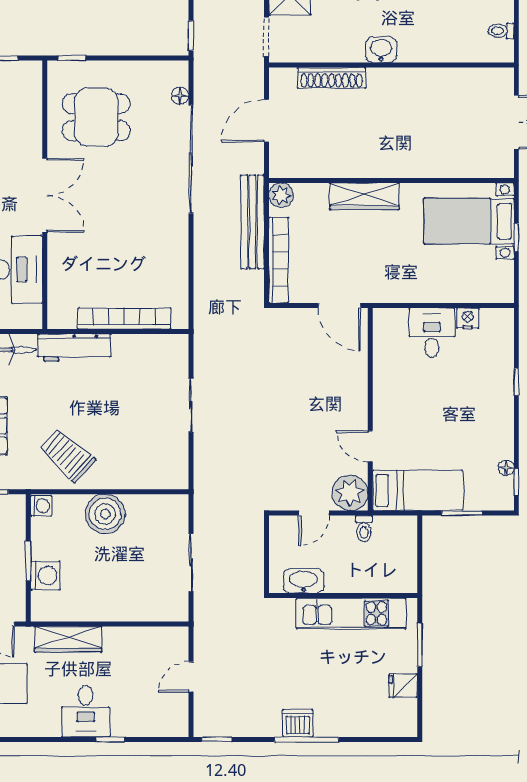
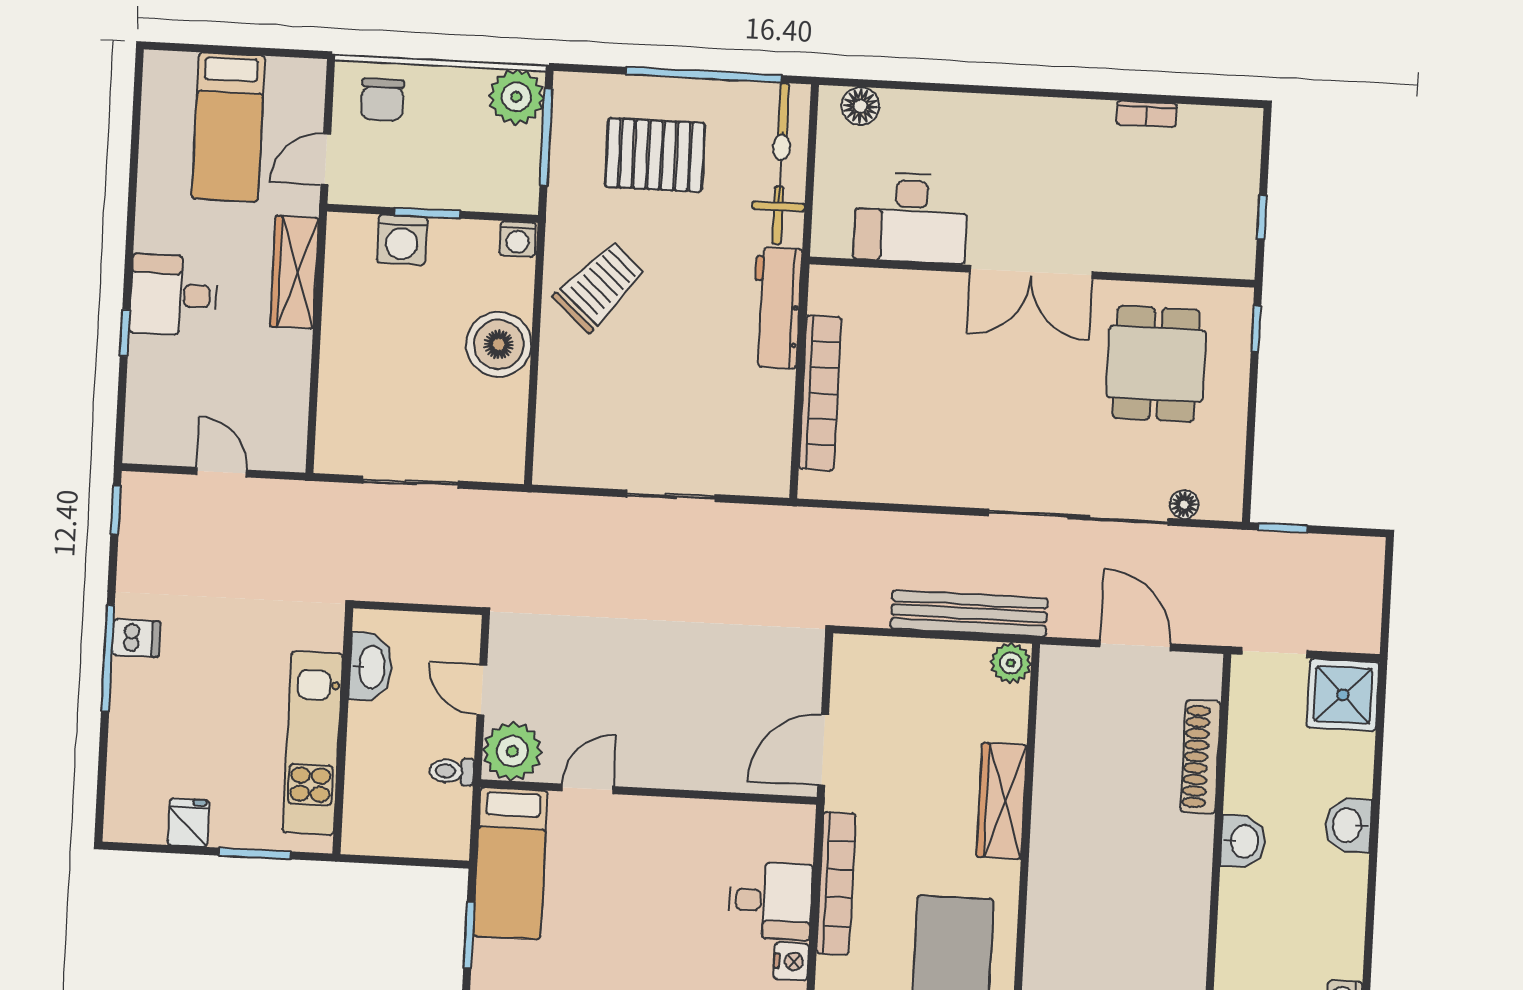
bookcase: (279, 260) -> (836, 883), moved, turned -90
dishwasher: (298, 723) -> (136, 638), width x0.73

